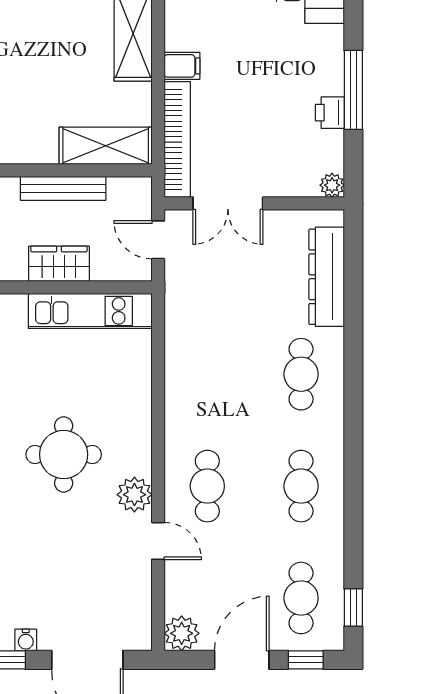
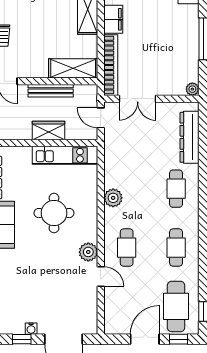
filing cabinet: (182, 66) -> (113, 19), width x2.00
printer: (330, 113) -> (191, 51), removed
round table: (64, 454) -> (54, 213), moved
cafe table: (301, 598) -> (176, 306), width x1.37, depth x1.35
plant: (182, 633) -> (113, 198), moved

